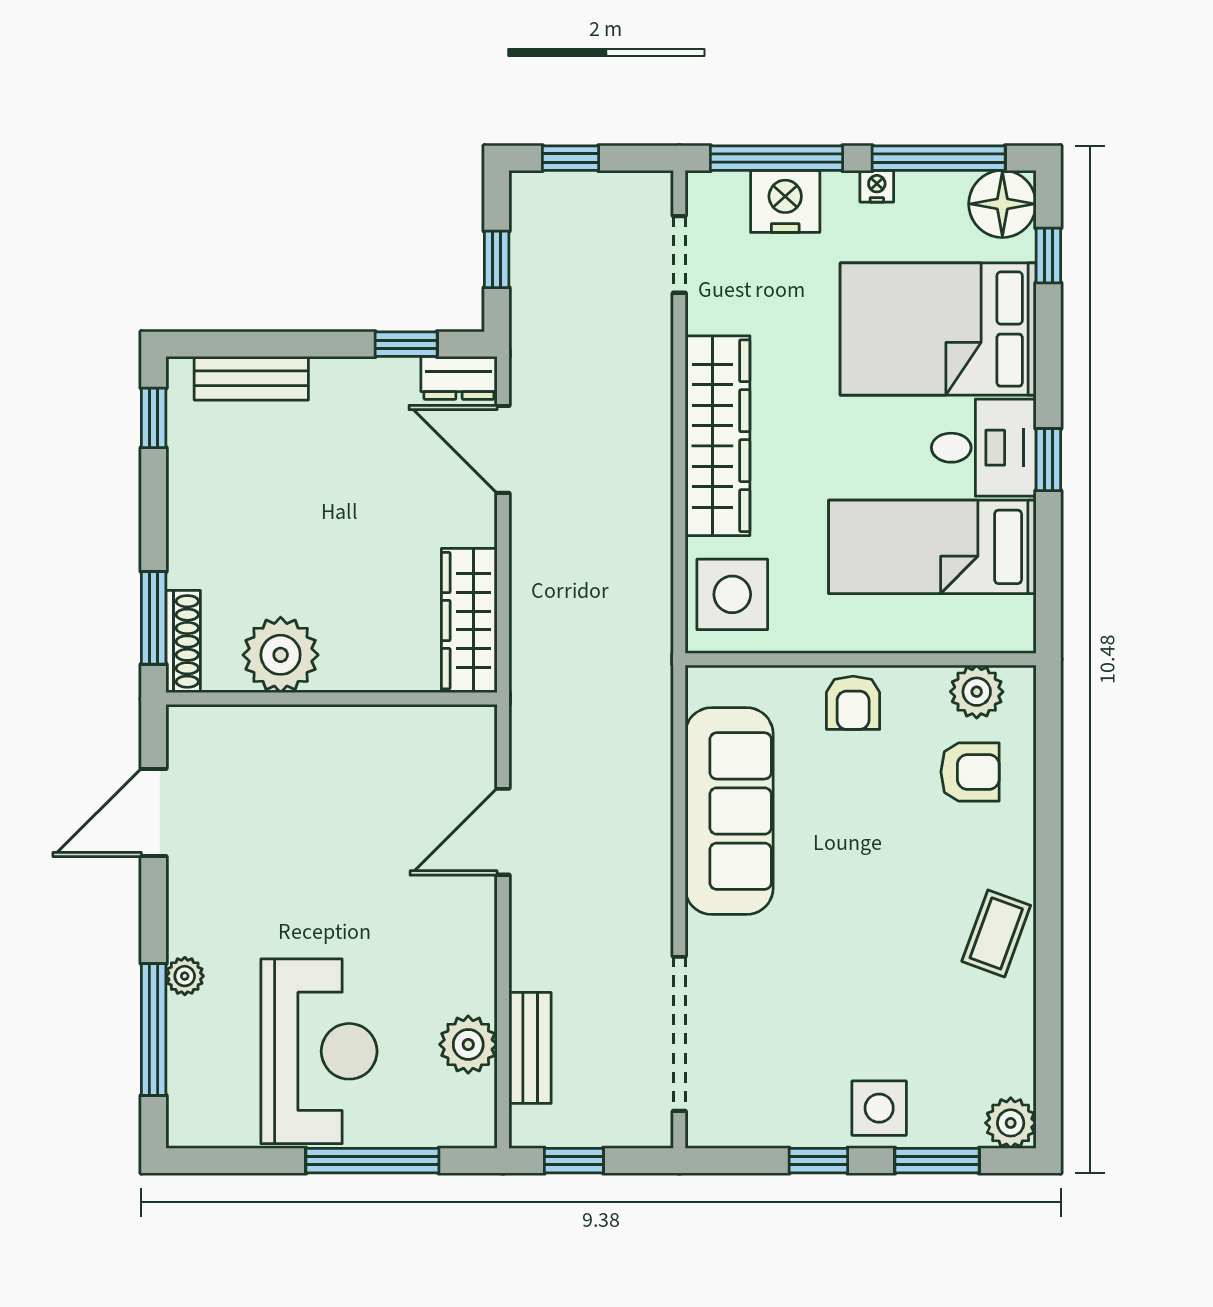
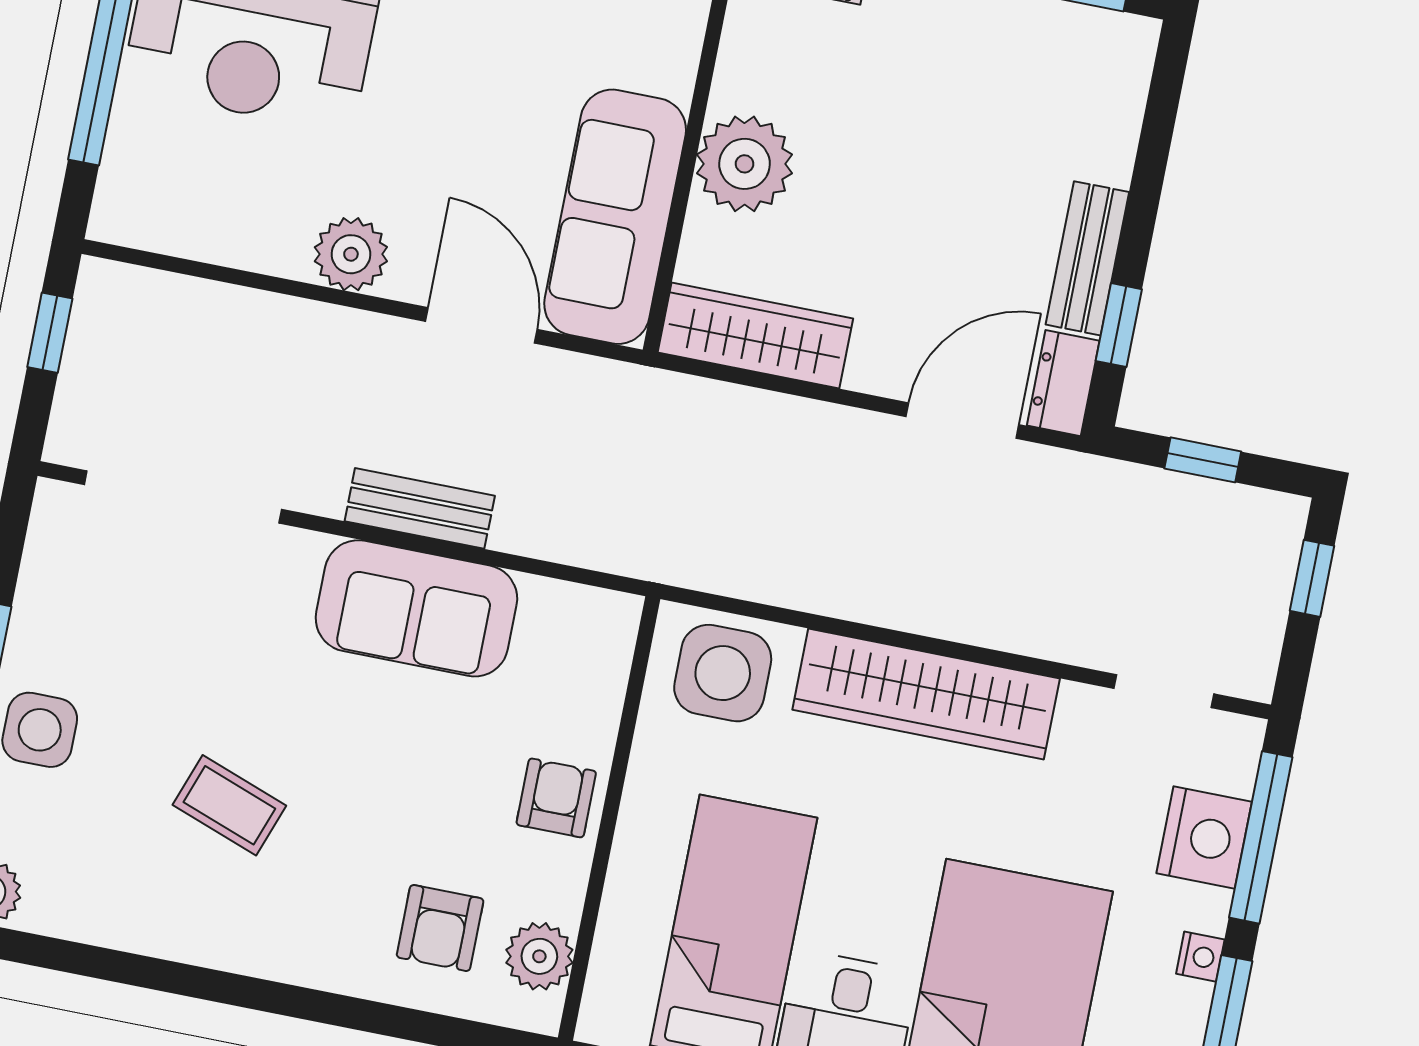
bench: (251, 378) -> (1087, 258), moved
plant: (281, 655) -> (745, 164), moved
armchair: (853, 703) -> (556, 798), turned 90
sofa: (400, 746) -> (615, 217), added
sofa: (729, 811) -> (416, 608), width x0.73
coffee table: (996, 933) -> (229, 805), moved
plant: (468, 1044) -> (351, 254), moved
bench: (530, 1048) -> (420, 508), moved

